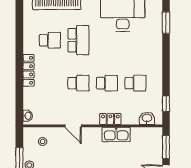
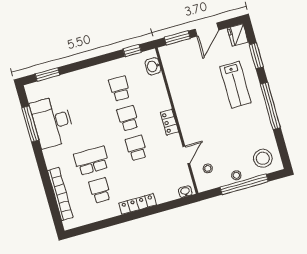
locker: (110, 119) -> (169, 122), moved
door: (73, 126) -> (186, 155), moved
kitchen sink: (116, 134) -> (179, 94), removed

